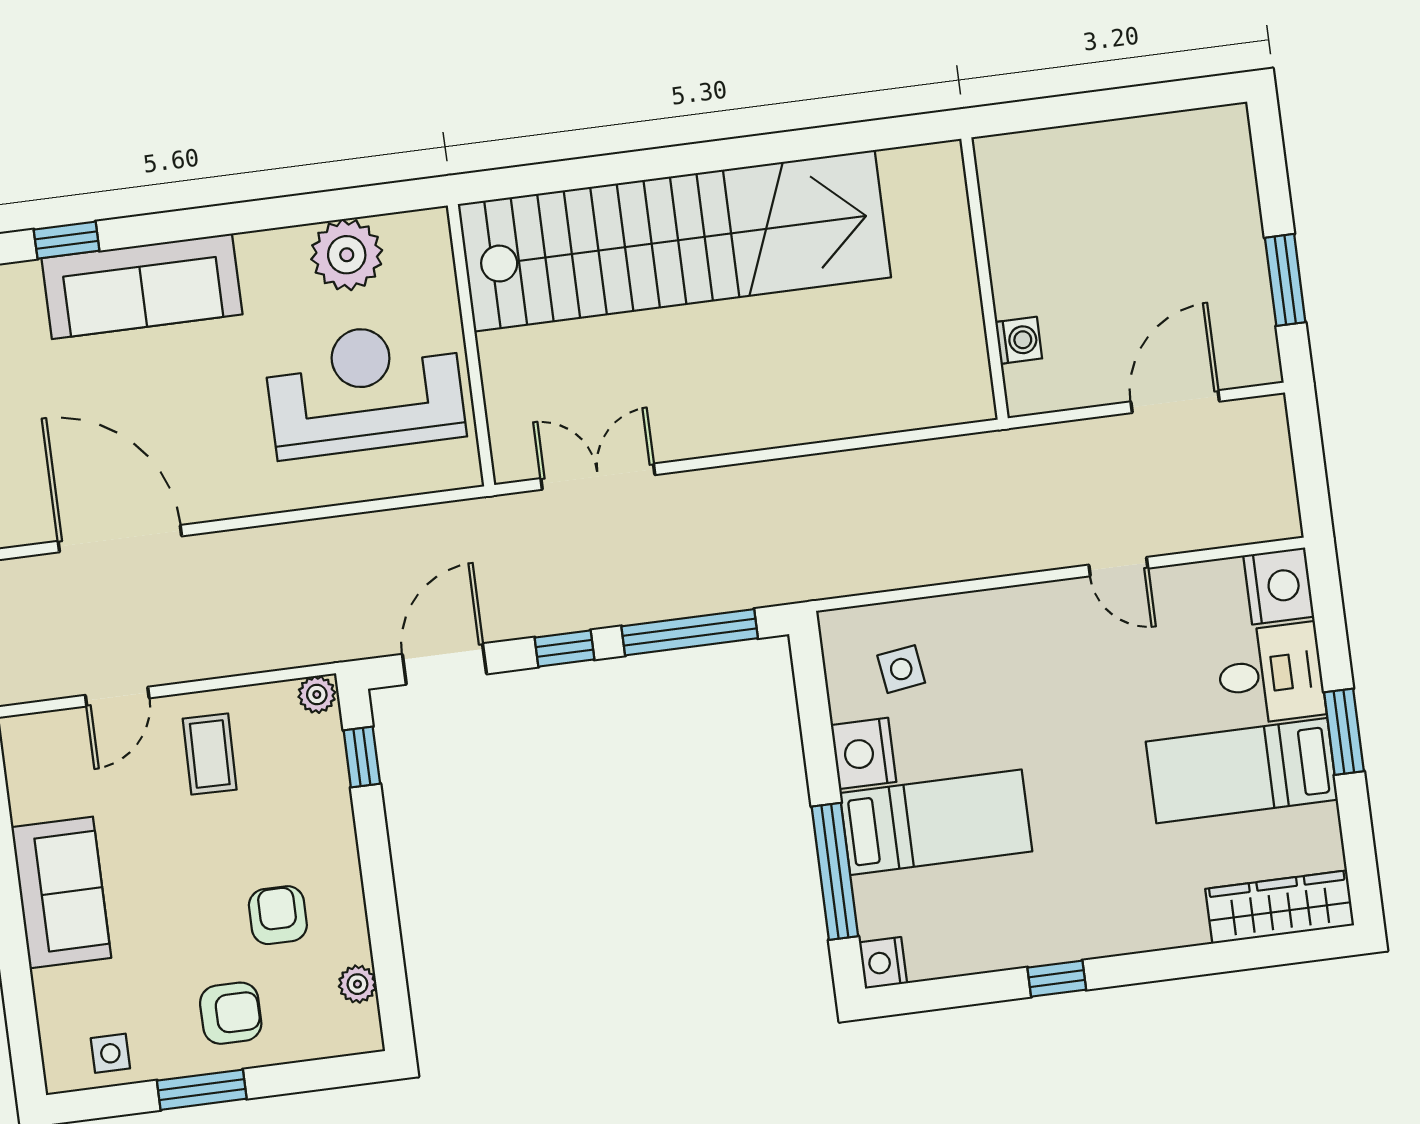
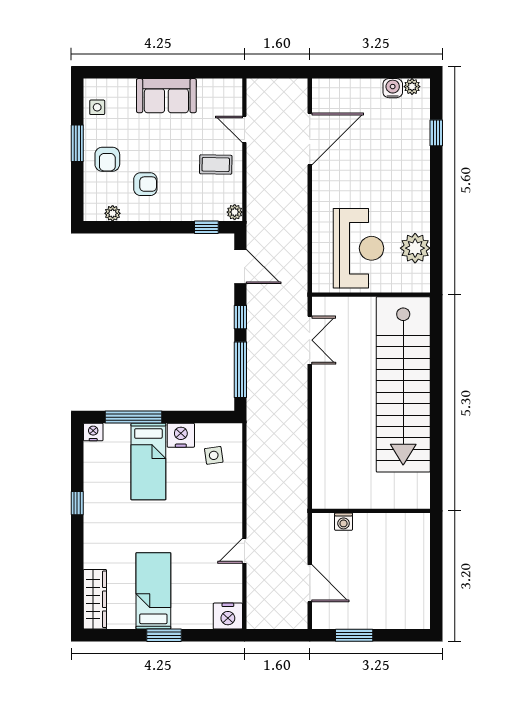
sofa: (142, 286) -> (413, 162), removed
desk: (1270, 674) -> (192, 608), removed

